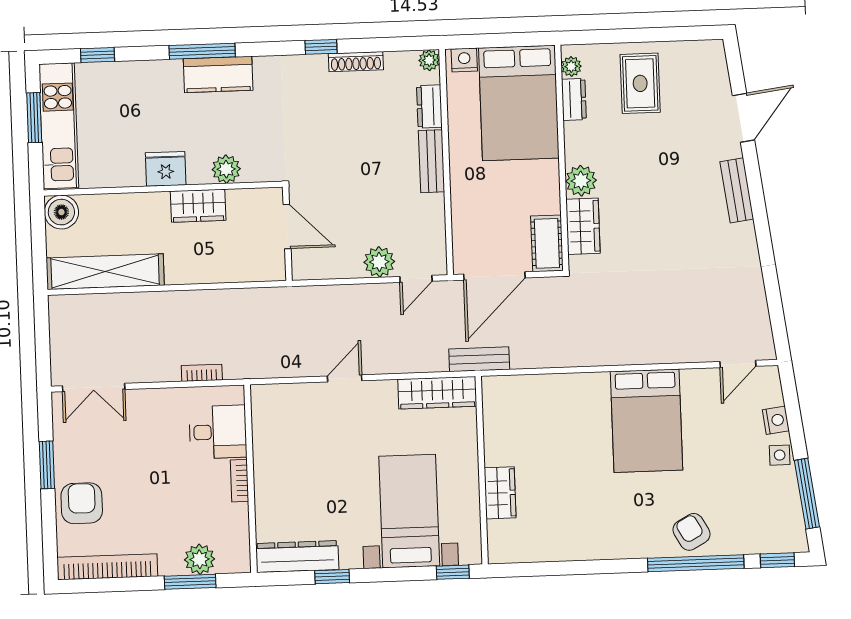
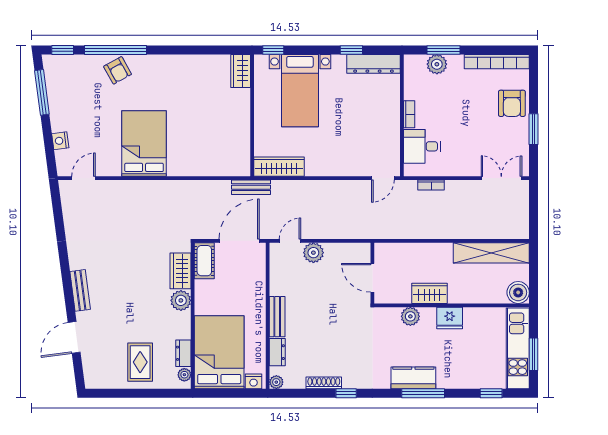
door: (345, 378) -> (383, 178), moved
side table: (780, 455) -> (59, 118), removed
wardrobe: (500, 493) -> (241, 71), moved

